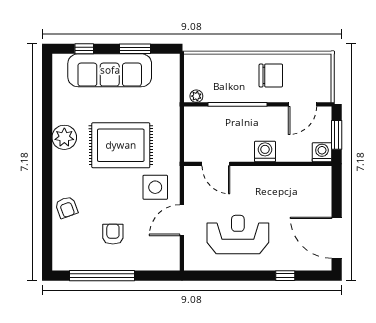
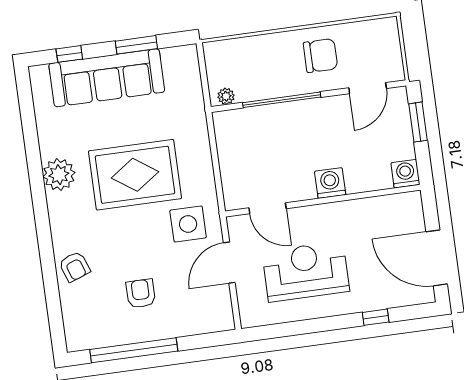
washing machine: (265, 151) -> (330, 183), moved
washing machine: (322, 152) -> (405, 174), moved
door: (216, 164) -> (267, 208), moved
wall: (258, 164) -> (323, 201), moved

